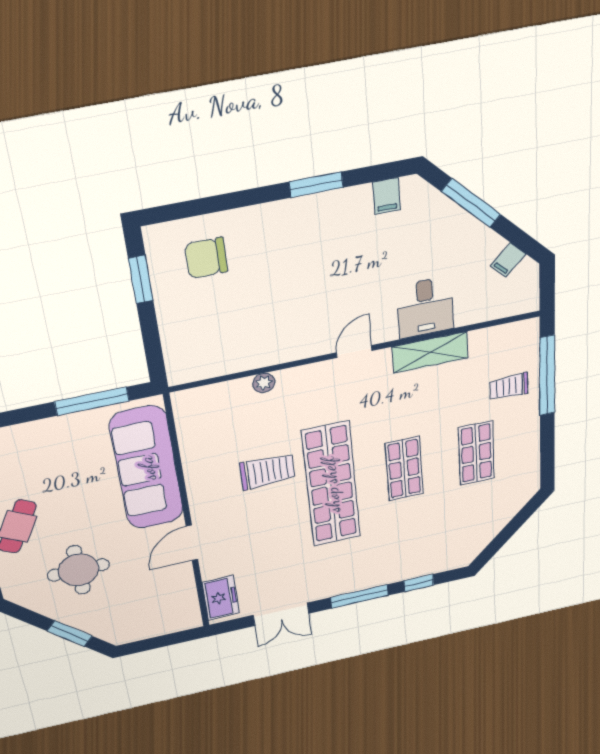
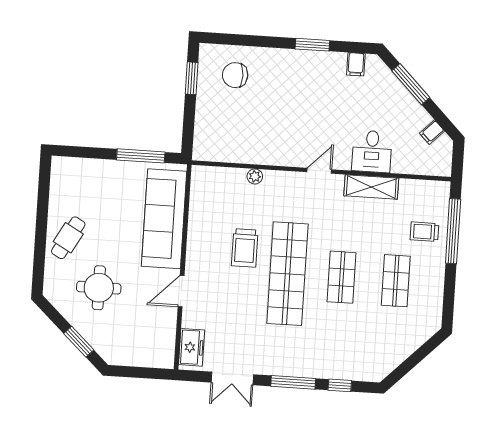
trolley: (267, 471) -> (245, 248), turned 90

